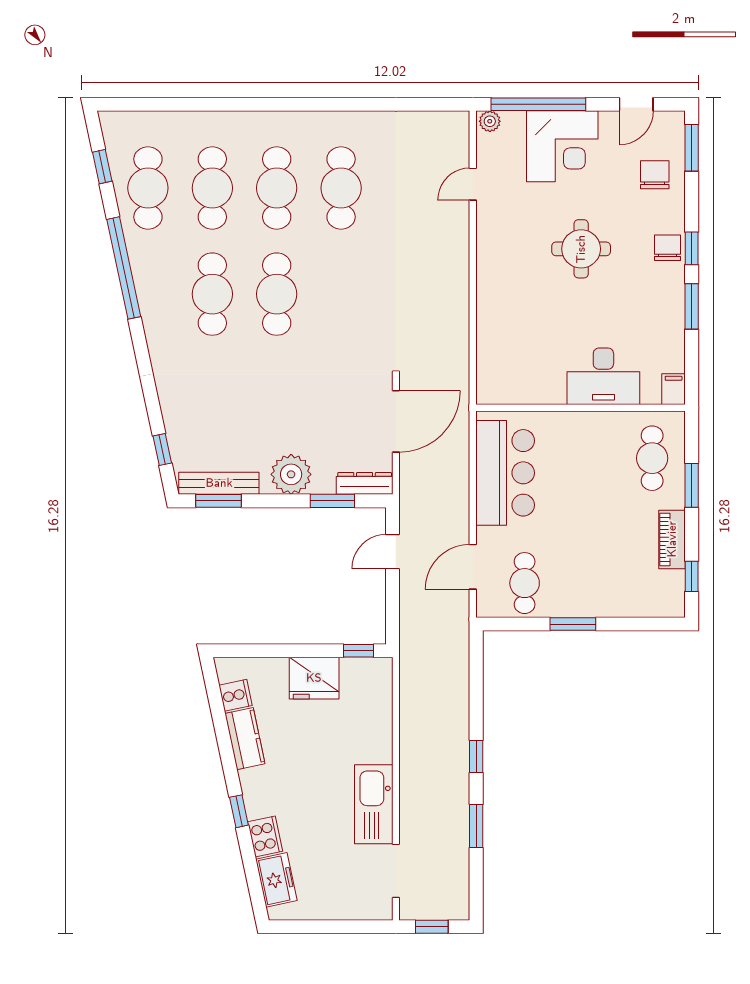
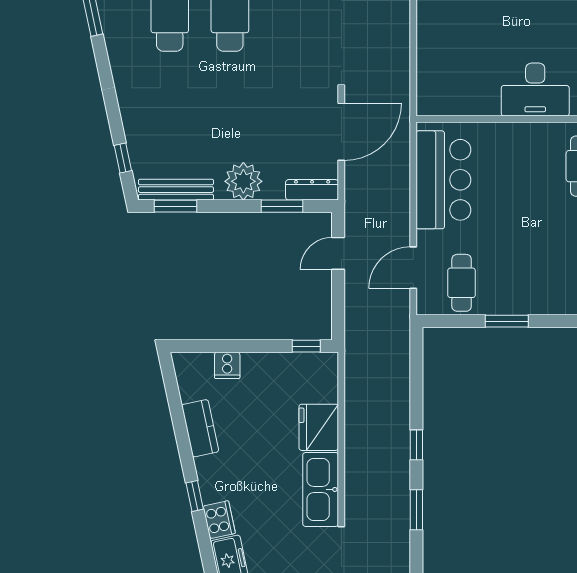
fridge: (314, 678) -> (319, 427), moved, turned 90
cooker: (235, 695) -> (227, 365), moved, turned 102

